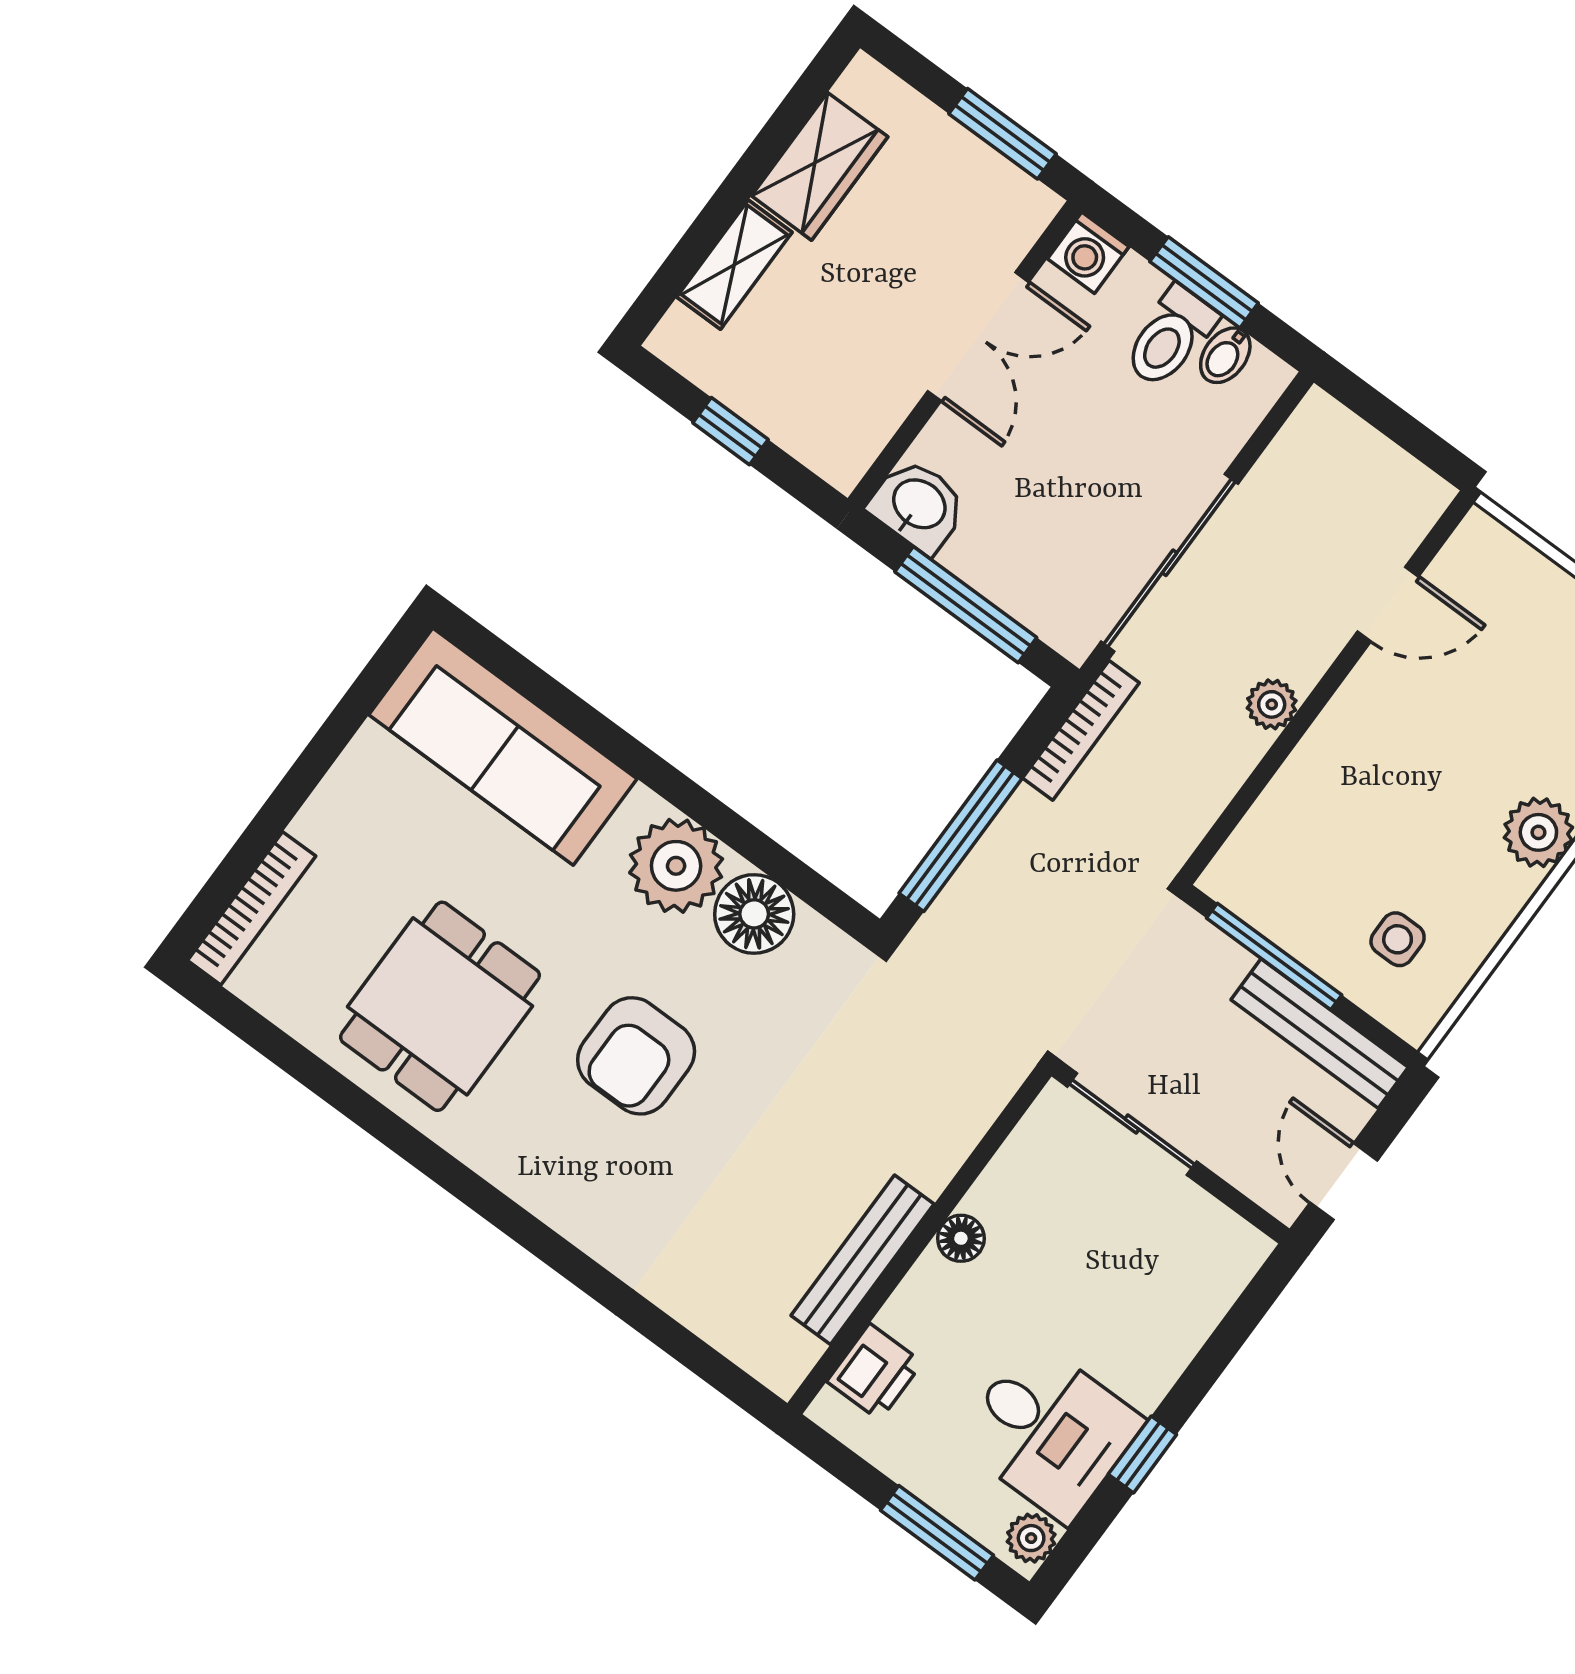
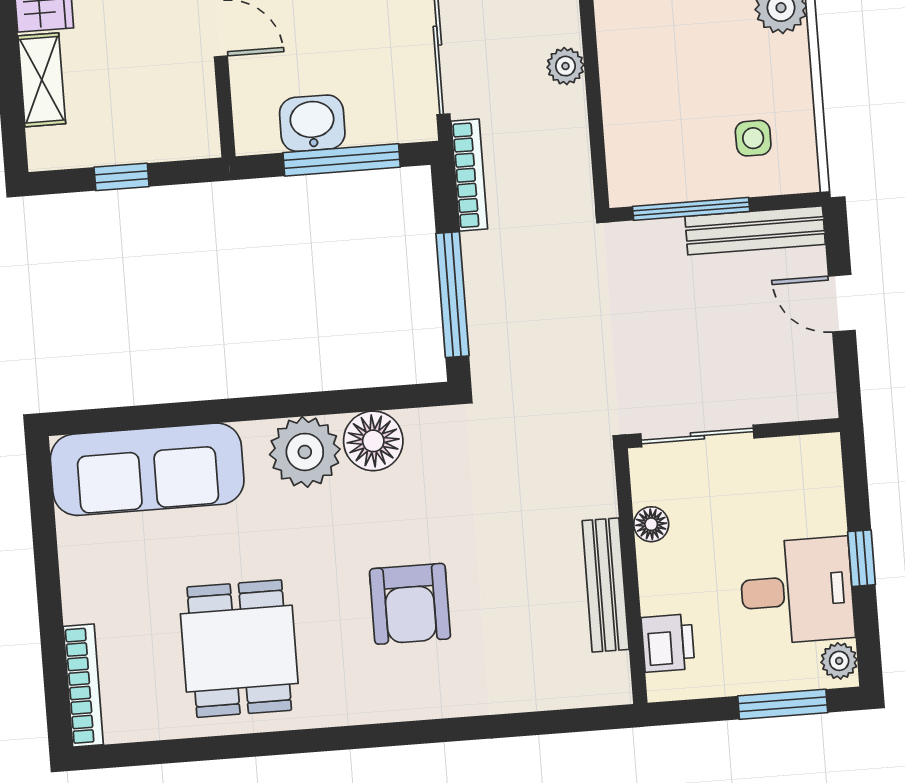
washbasin: (918, 506) -> (312, 123), moved
armchair: (636, 1056) -> (410, 604), moved
sliding door: (1132, 1124) -> (697, 436), moved
wall: (1170, 1152) -> (733, 433), moved

